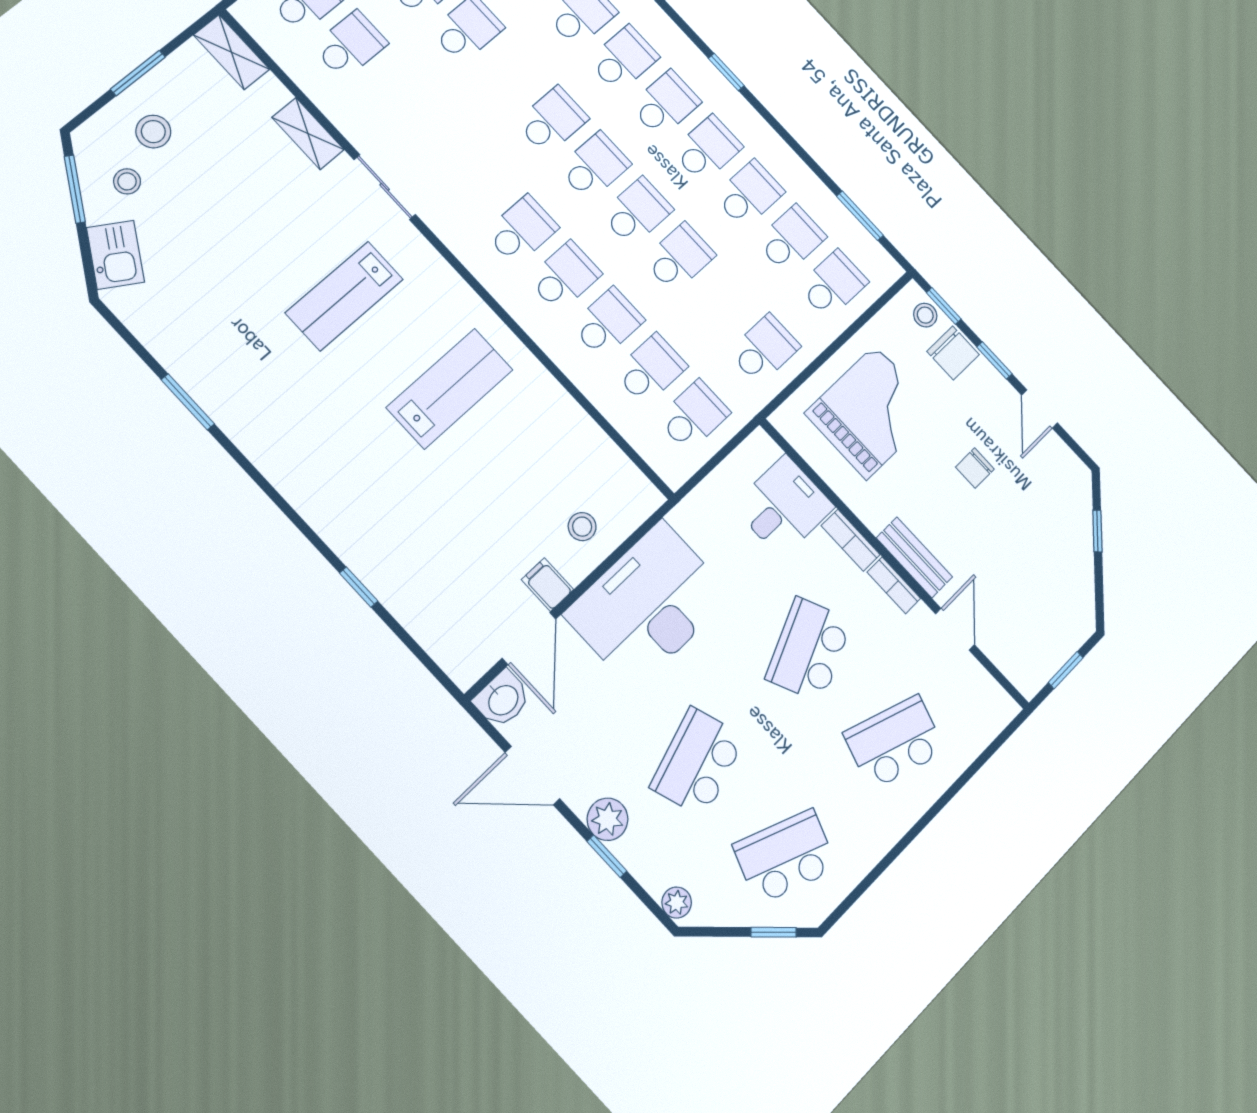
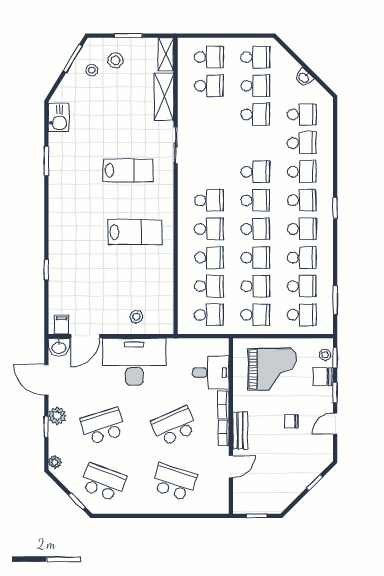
shelving: (308, 134) -> (164, 97), width x1.50, depth x1.33
kitchen sink: (115, 255) -> (58, 117), moved, turned -32
lab bench: (344, 296) -> (128, 170), turned 180
school desk: (722, 303) -> (255, 286), added
chair: (953, 353) -> (322, 376), turned 90
filing cabinet: (547, 585) -> (62, 325), moved

